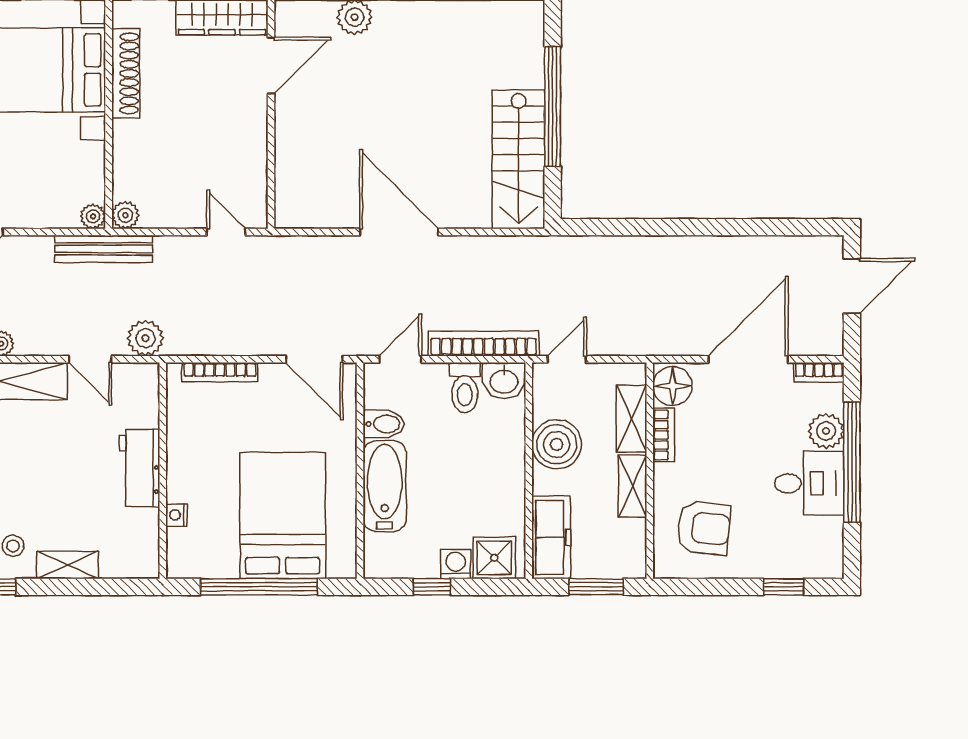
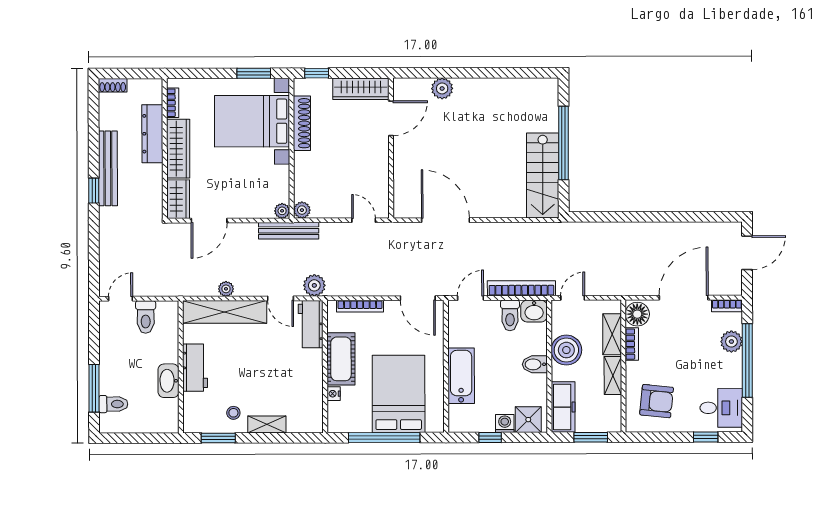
door: (399, 232) -> (445, 220), moved
bidet: (384, 424) -> (535, 364), moved, turned 180
cot: (189, 458) -> (341, 359), added
workbench: (139, 468) -> (311, 324), moved
desk: (809, 483) -> (721, 408), moved

